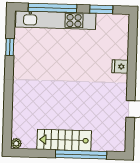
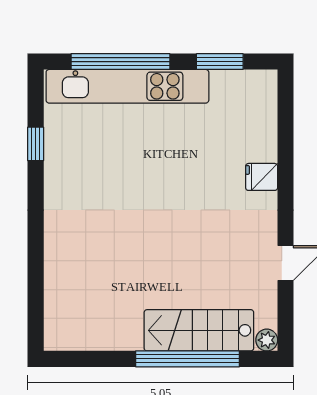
stairs: (64, 140) -> (199, 330), moved
plant: (16, 143) -> (267, 340), moved

